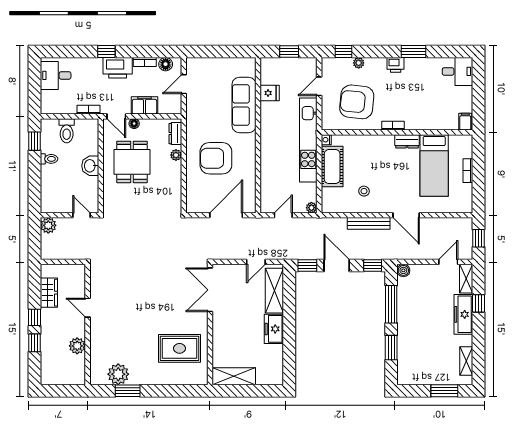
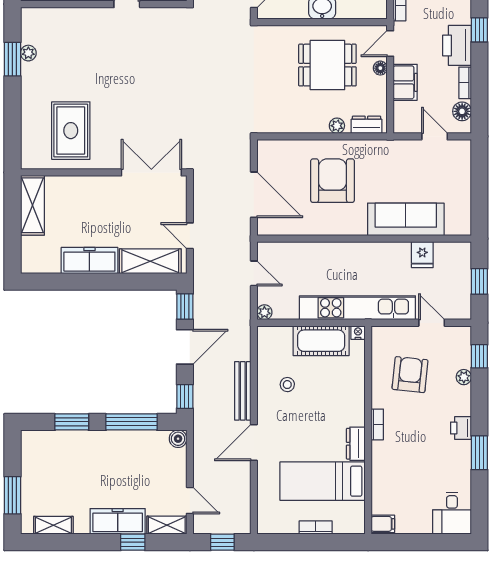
armchair: (357, 102) -> (410, 375), width x0.73, depth x0.73
freezer: (274, 329) -> (89, 261), width x1.40
plant: (118, 374) -> (28, 53), width x0.53, depth x0.53

